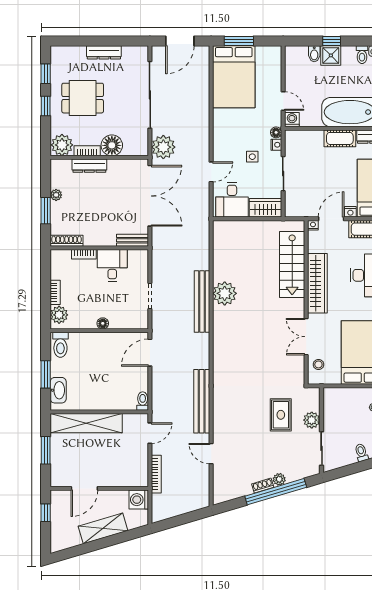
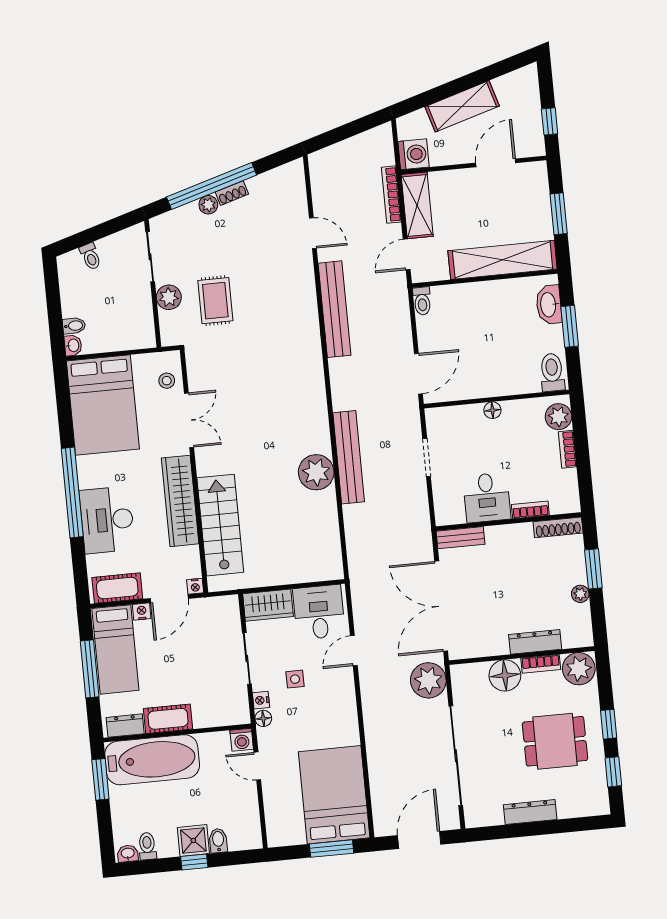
shelving: (140, 465) -> (417, 205), added

